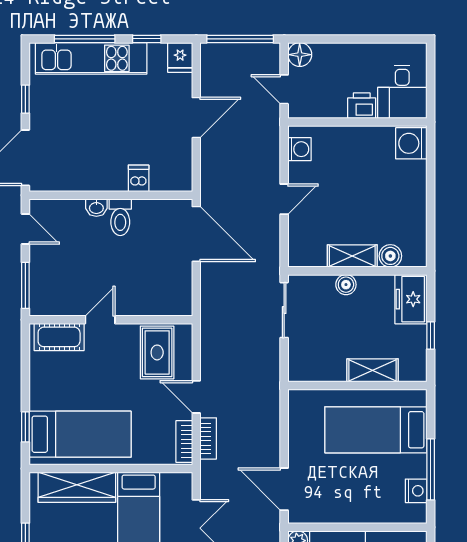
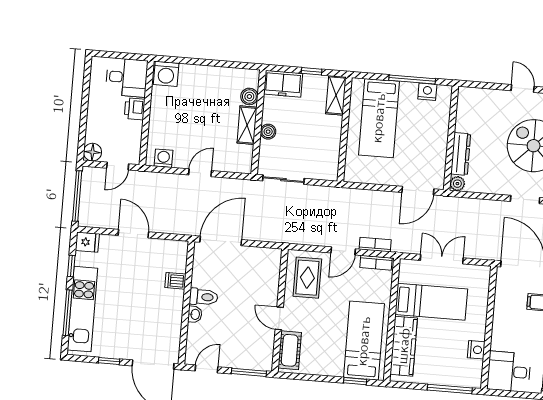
door: (284, 199) -> (200, 173), hinge flipped
rug: (157, 352) -> (307, 278), turned 90
shelving: (373, 370) -> (336, 95), moved

